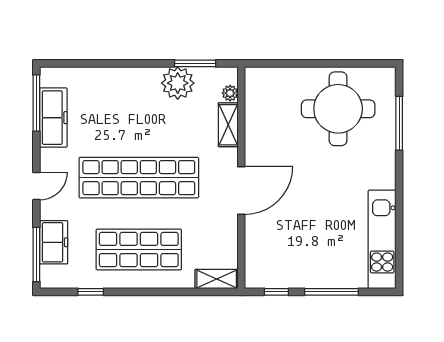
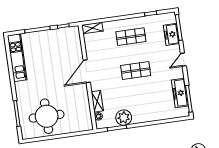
shop shelf: (139, 178) -> (136, 70), width x0.50, depth x0.74
shop shelf: (139, 250) -> (131, 37), width x0.70, depth x0.74

